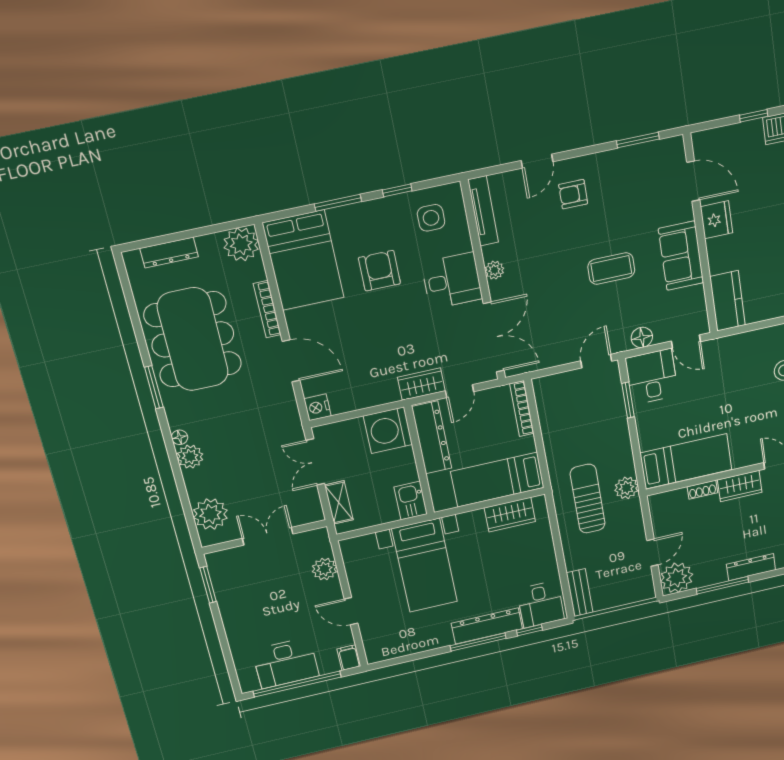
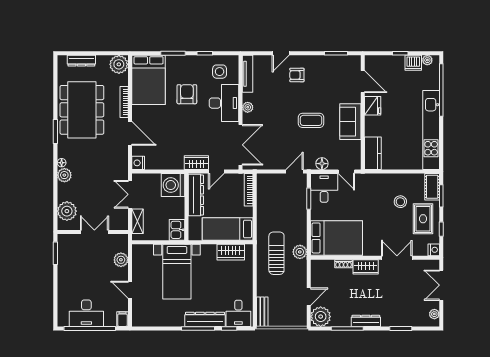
desk: (452, 281) -> (224, 103), width x1.37
bed: (686, 461) -> (336, 238), width x1.50

